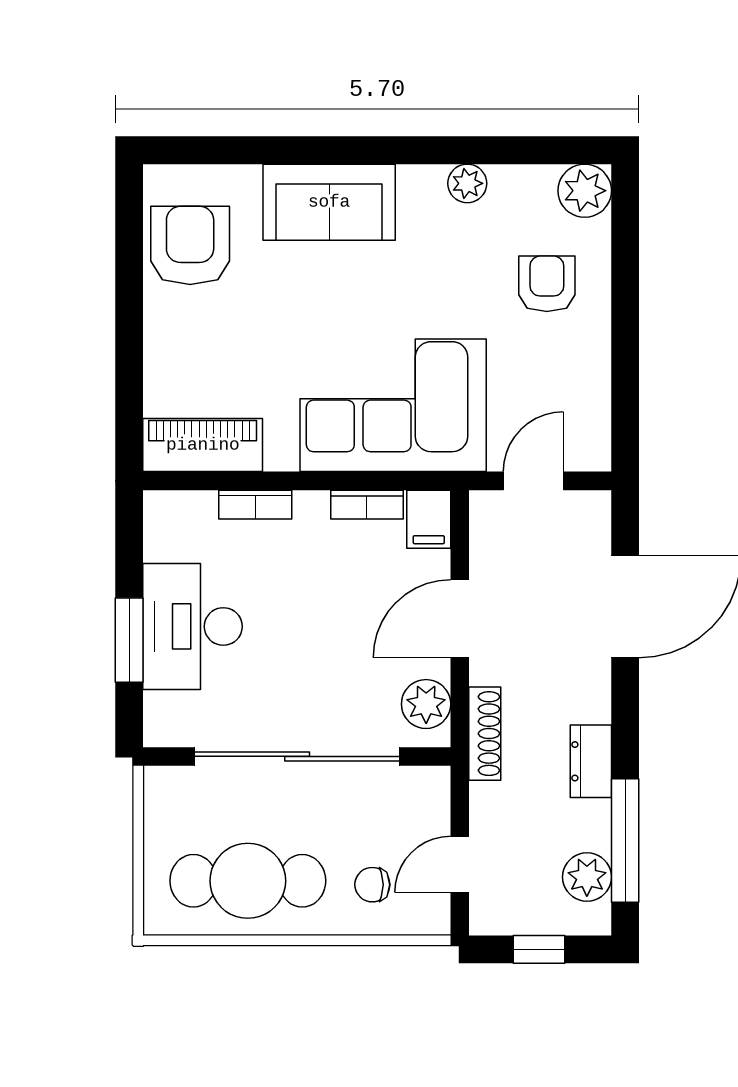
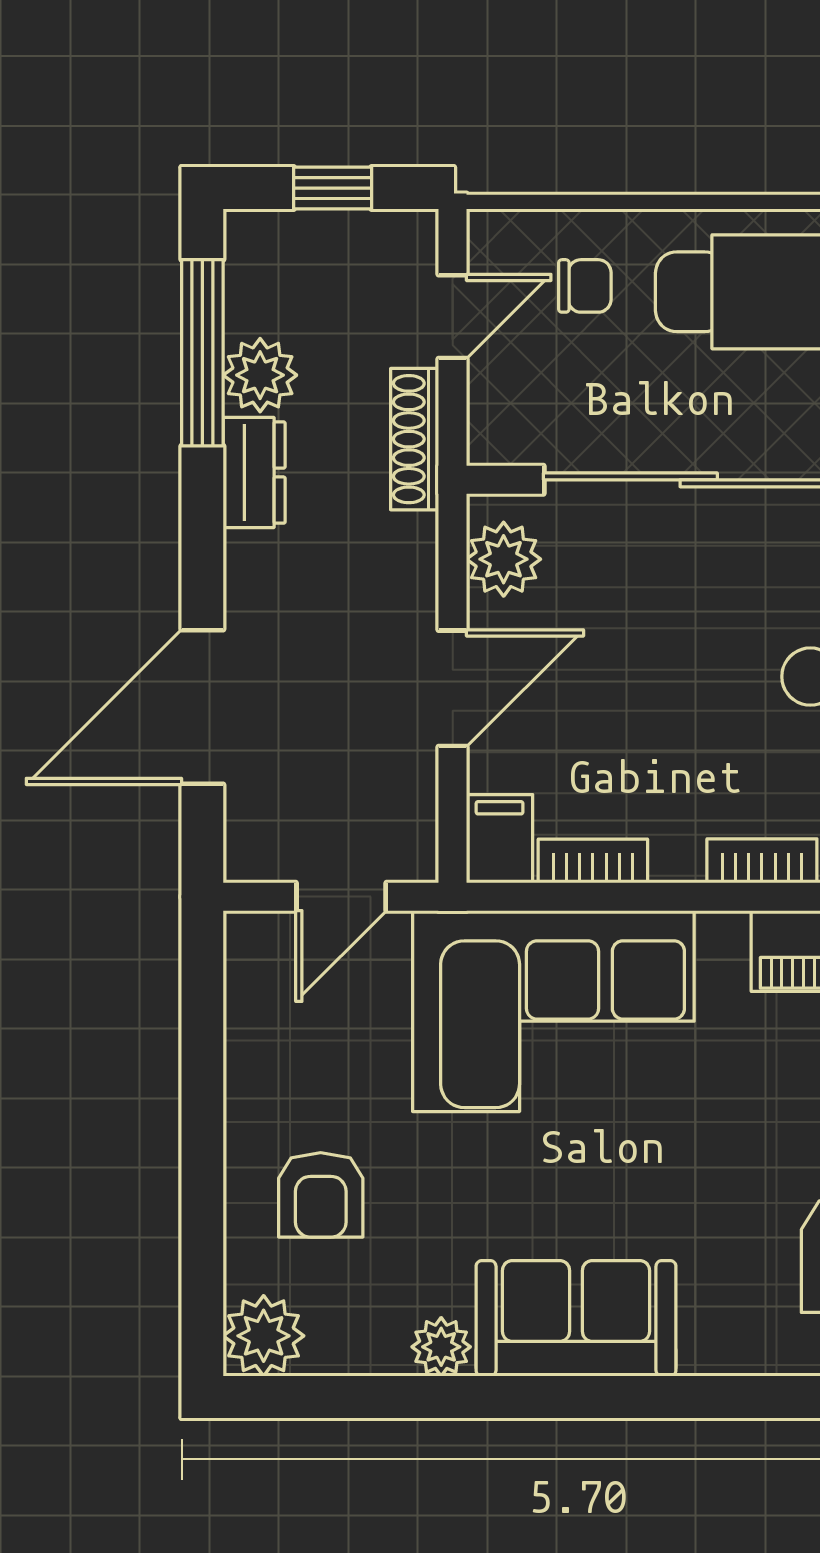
sofa: (329, 202) -> (576, 1318), moved
shoe rack: (485, 734) -> (415, 439), moved
plant: (587, 877) -> (260, 375), moved

